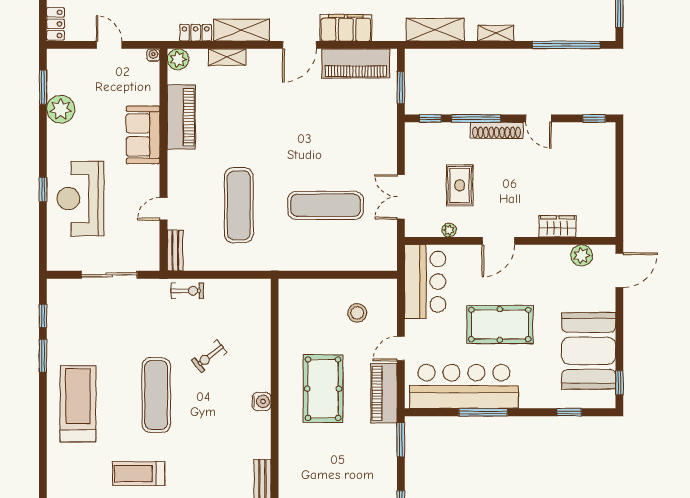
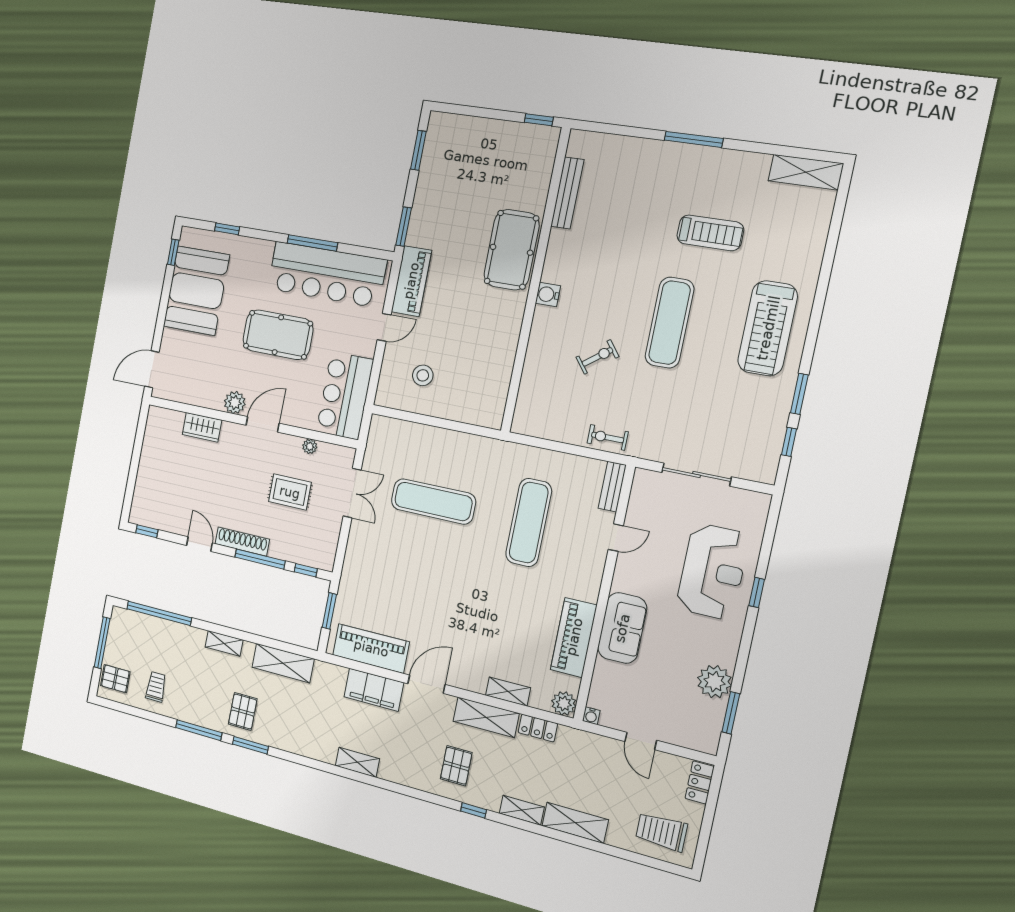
rug: (460, 185) -> (290, 492), turned 90
plant: (582, 255) -> (235, 403), moved
pool table: (323, 389) -> (511, 250), moved

